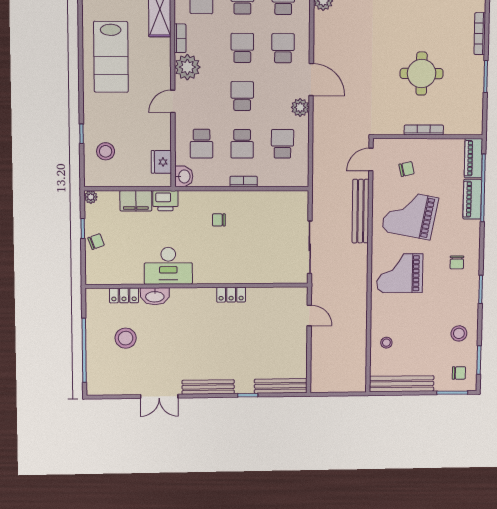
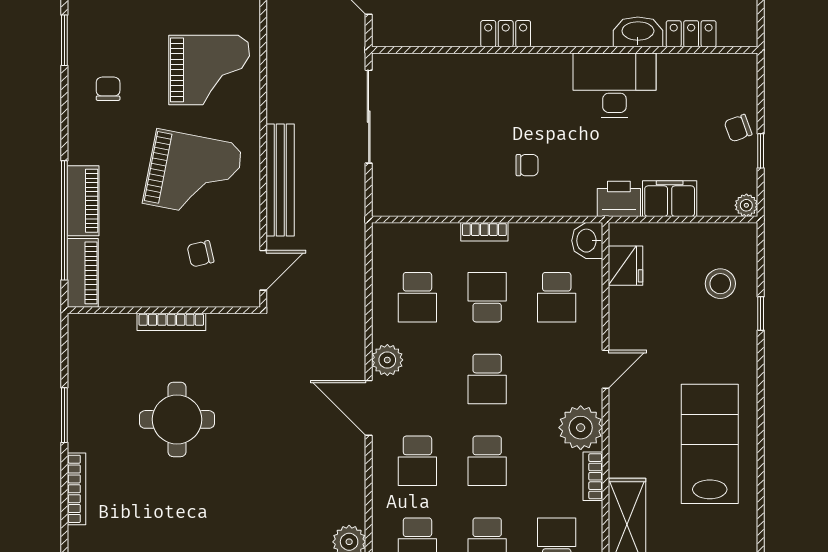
school desk: (202, 144) -> (557, 297), turned 180

